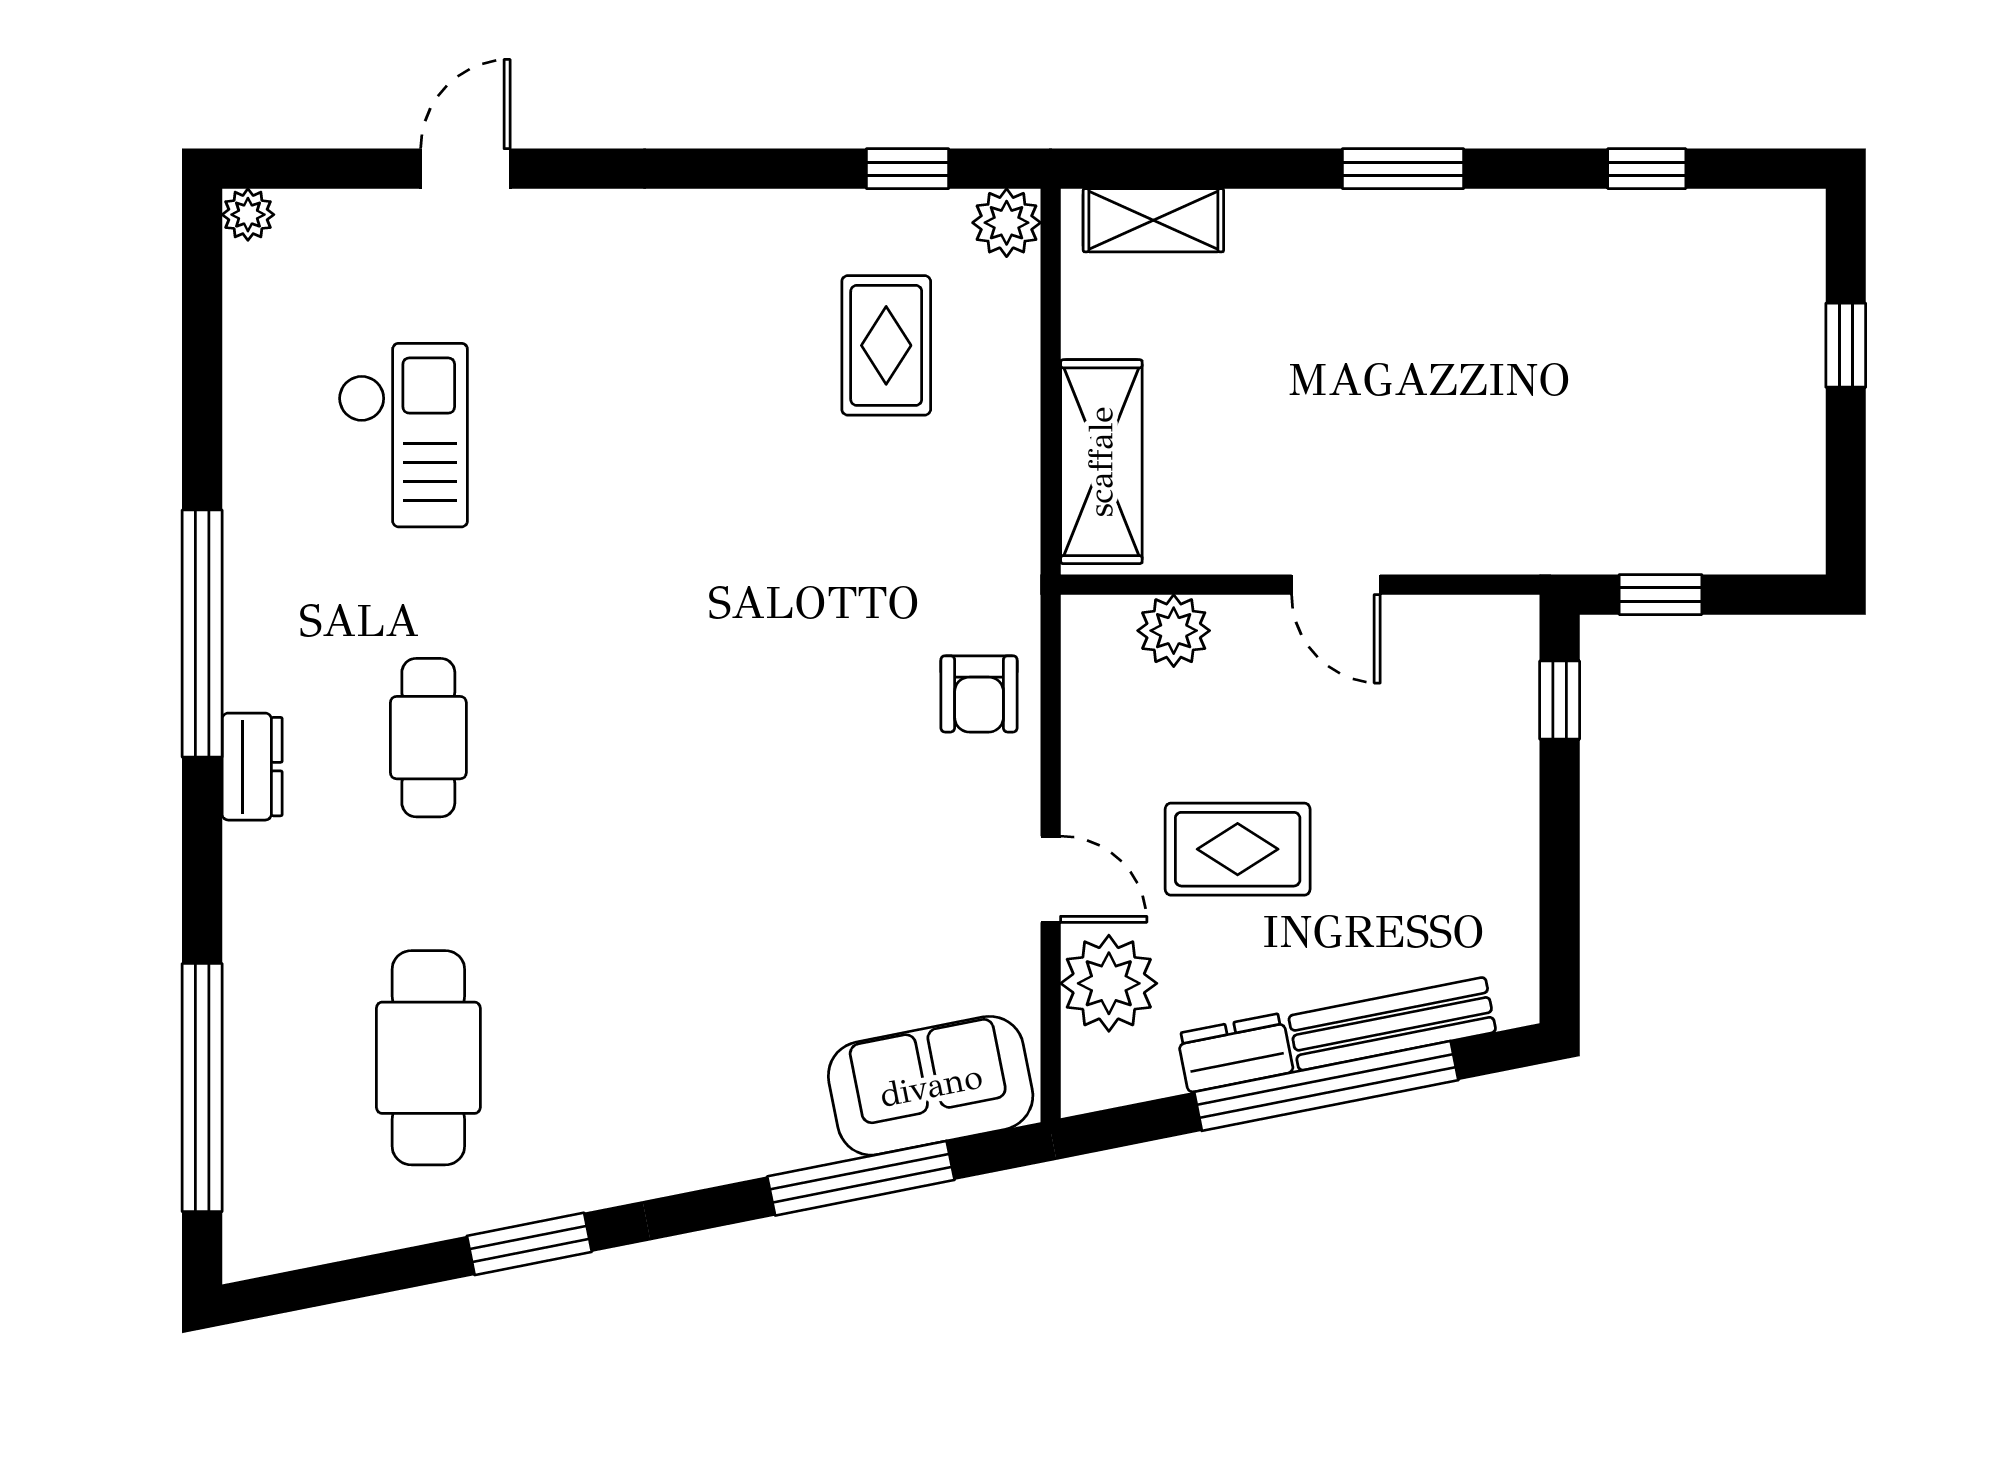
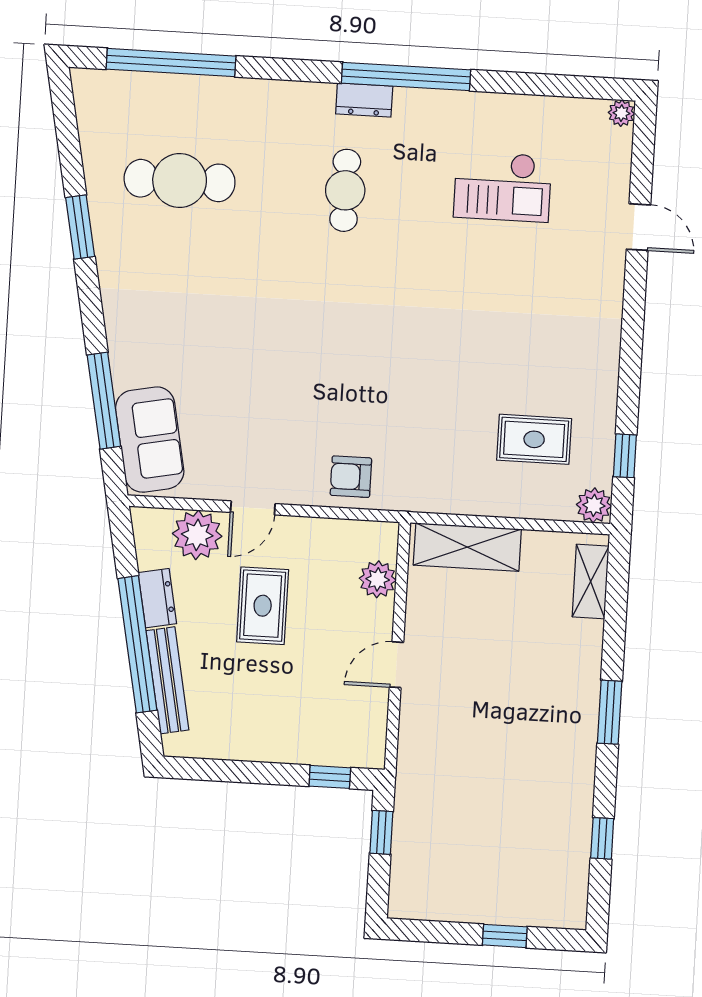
cafe table: (428, 738) -> (345, 190), turned 90
dresser: (252, 767) -> (364, 100), moved

